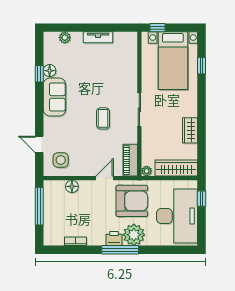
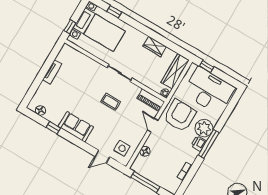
plant: (65, 38) -> (39, 95), removed
floor lamp: (50, 71) -> (41, 110), moved

